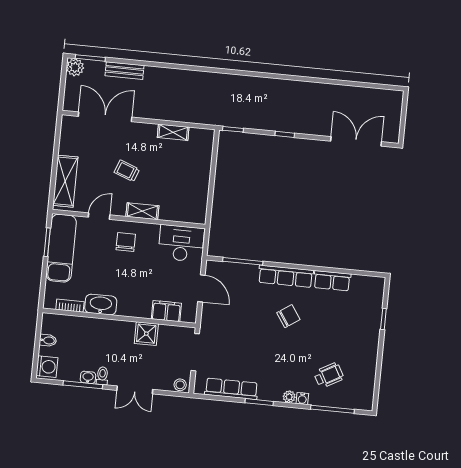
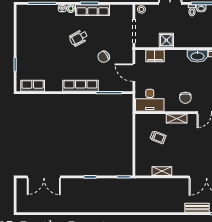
trolley: (127, 171) -> (158, 137), moved
row of seats: (332, 281) -> (33, 86), moved
chair: (288, 316) -> (104, 57), moved
wheelchair: (329, 375) -> (79, 38), moved
row of seats: (231, 389) -> (92, 10), moved

